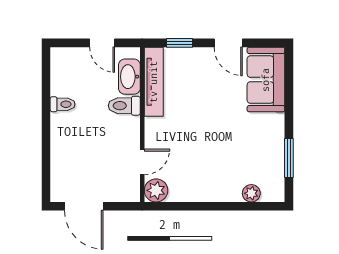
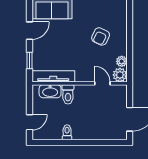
door: (102, 43) -> (29, 122), moved
armchair: (219, 159) -> (101, 36), added
plant: (251, 193) -> (122, 61), moved

